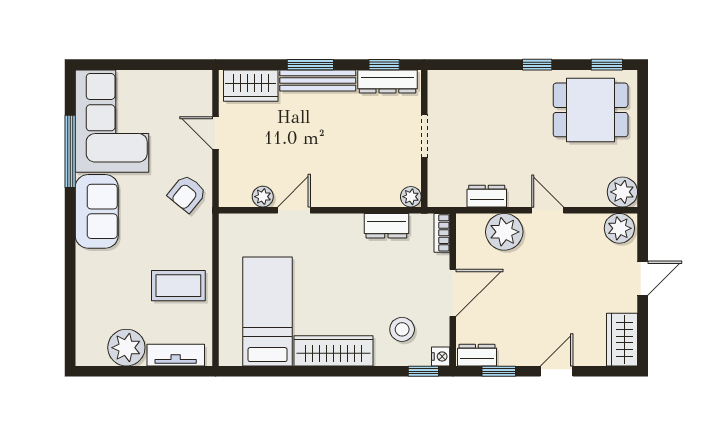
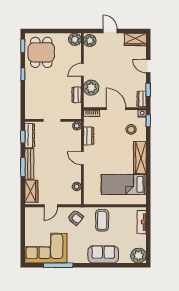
door: (294, 210) -> (82, 158), moved
sofa: (97, 211) -> (103, 254), moved
coffee table: (178, 286) -> (102, 220), moved
plant: (126, 348) -> (139, 256), moved

